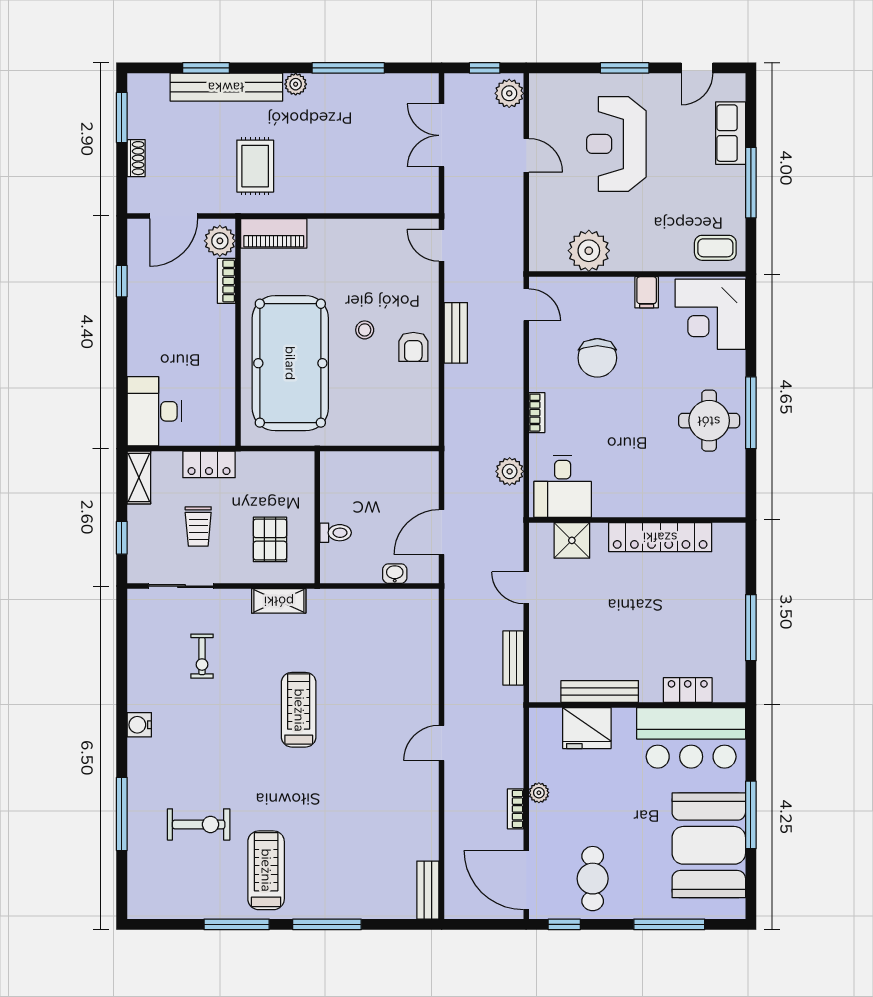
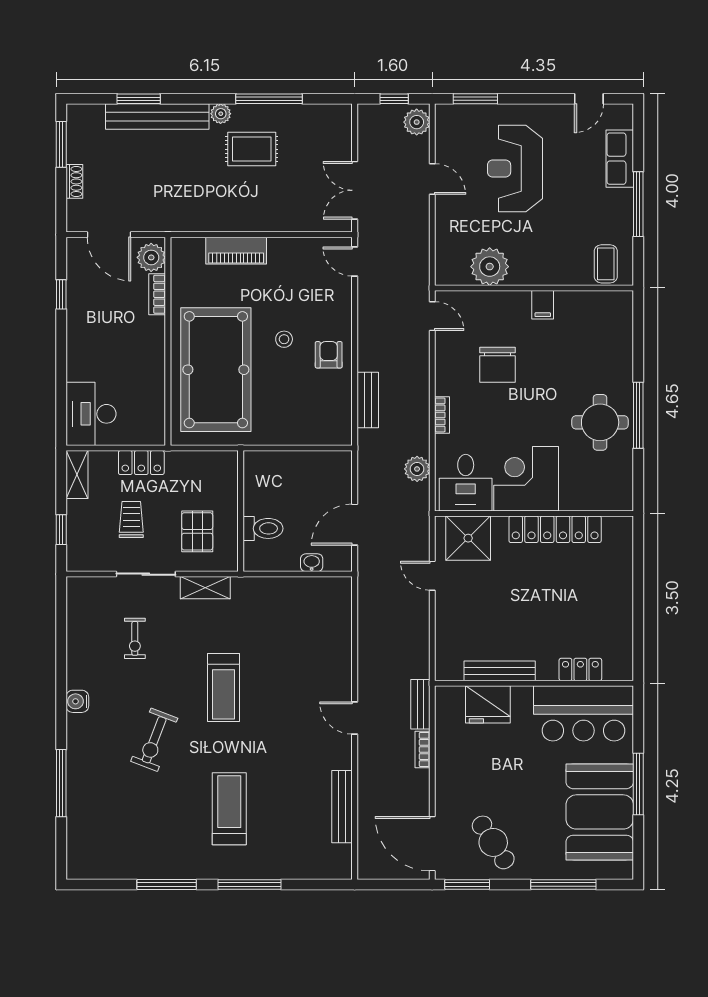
window: (625, 68) -> (475, 99), moved
double door: (442, 135) -> (355, 190), moved
rug: (255, 166) -> (252, 149), moved, turned 90
door: (174, 216) -> (109, 235), hinge flipped
piano: (274, 233) -> (236, 251), moved
coffee table: (715, 248) -> (606, 264), turned 90
corner desk: (710, 314) -> (526, 479), moved, turned 90
bench: (456, 333) -> (368, 400), moved
armchair: (413, 347) -> (329, 355), turned 180
trolley: (198, 526) -> (131, 519), turned 180
toilet: (336, 533) -> (263, 528), width x1.37, depth x1.39
shower: (572, 540) -> (468, 538), width x1.36, depth x1.36
sliding door: (181, 586) -> (146, 574), moved
window: (751, 628) -> (638, 612), removed
bench: (513, 658) -> (420, 704), moved
treadmill: (299, 710) -> (223, 688), turned 180
door: (442, 743) -> (355, 718), hinge flipped
plant: (539, 793) -> (444, 764), removed
bookcase: (516, 809) -> (422, 749), moved
exercise bike: (199, 824) -> (154, 740), moved, turned 111
treadmill: (266, 870) -> (229, 809), moved
cafe table: (593, 879) -> (493, 842), turned -33
bench: (428, 890) -> (342, 807), moved, width x1.36
window: (564, 924) -> (467, 884), width x1.50

